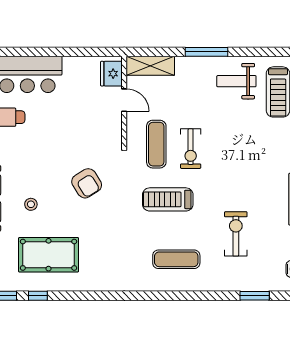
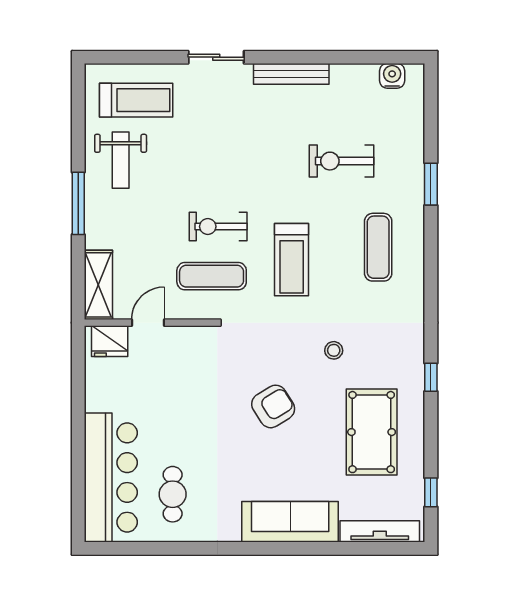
exercise bike: (191, 149) -> (218, 227), turned 180
armchair: (87, 183) -> (273, 406), moved
stool: (31, 204) -> (334, 350), moved
window: (38, 296) -> (431, 377), moved
window: (255, 296) -> (431, 184), moved

